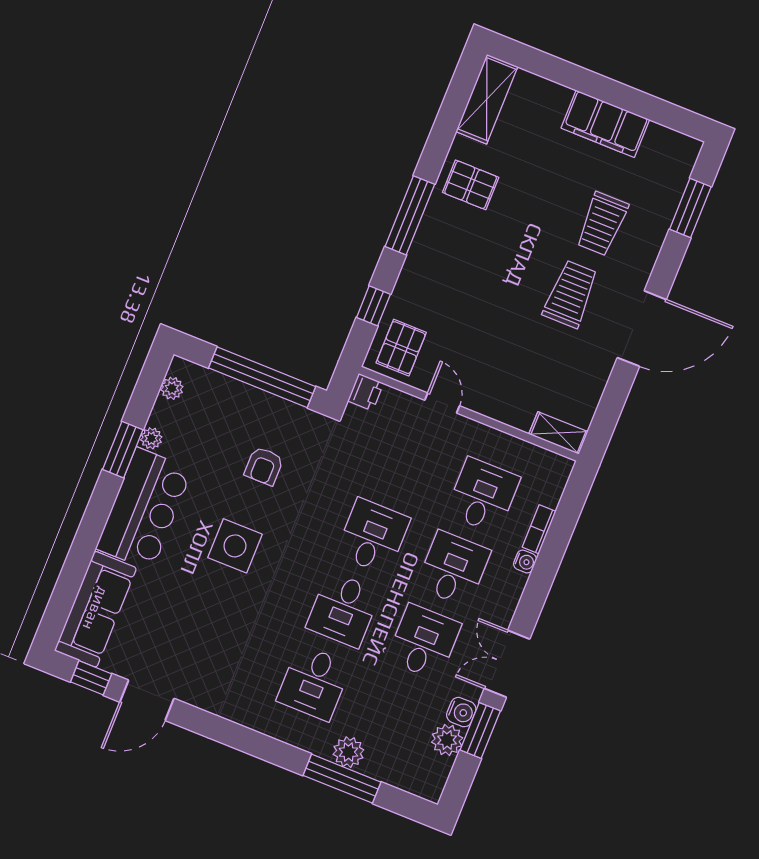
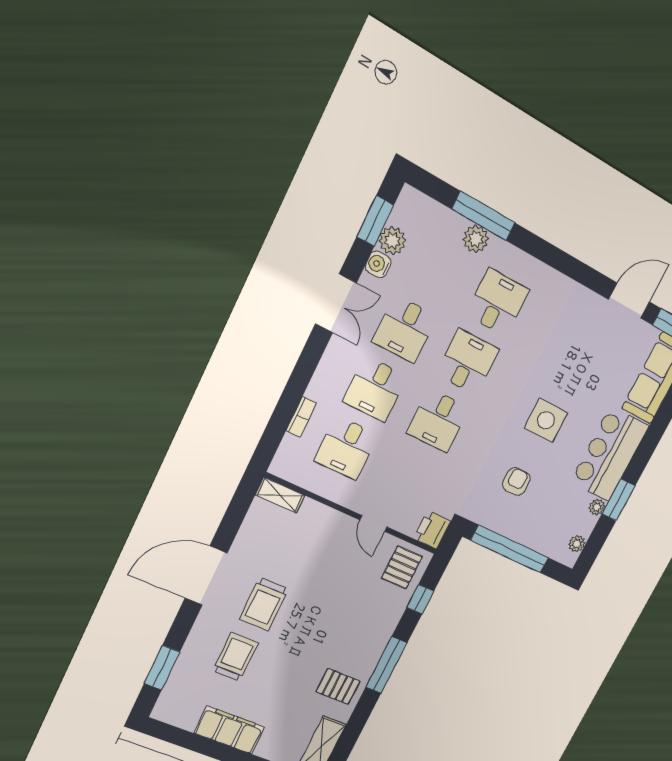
printer: (366, 392) -> (432, 530), width x1.36, depth x1.24
water cooler: (525, 562) -> (315, 390), removed
window: (480, 730) -> (375, 221), moved

